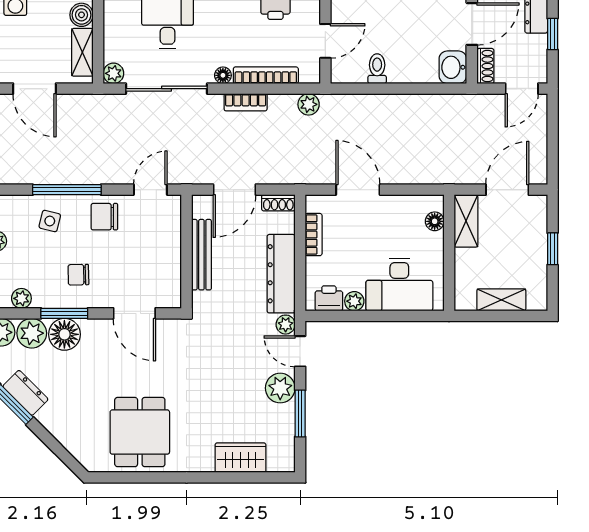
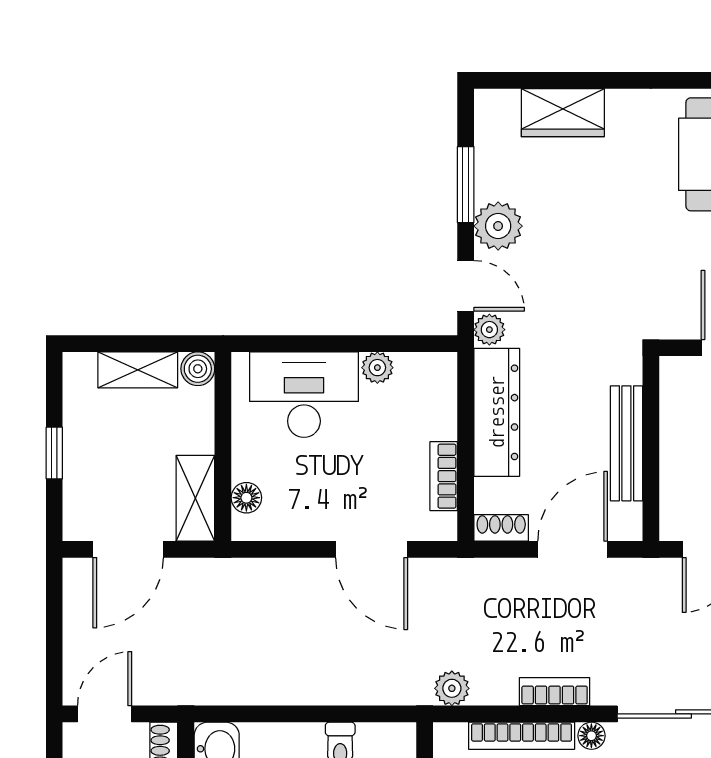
printer: (329, 298) -> (419, 372), removed
boiler: (464, 300) -> (198, 369), added

